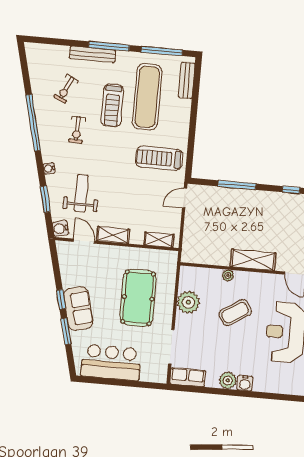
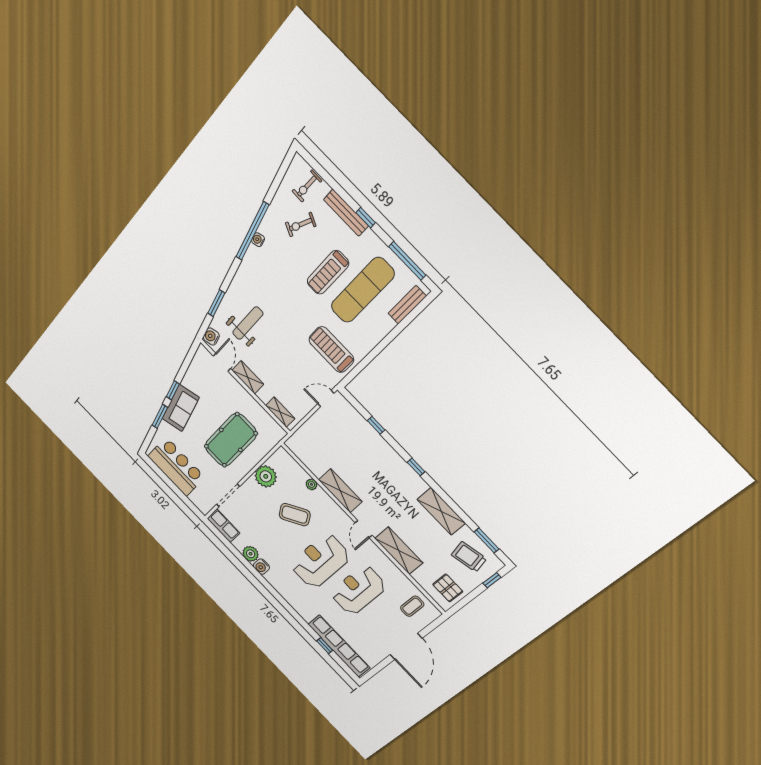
window: (109, 46) -> (366, 218), width x0.46
exercise bike: (77, 130) -> (307, 186), moved
water cooler: (49, 168) -> (258, 240), moved
window: (237, 185) -> (376, 425), width x0.46

